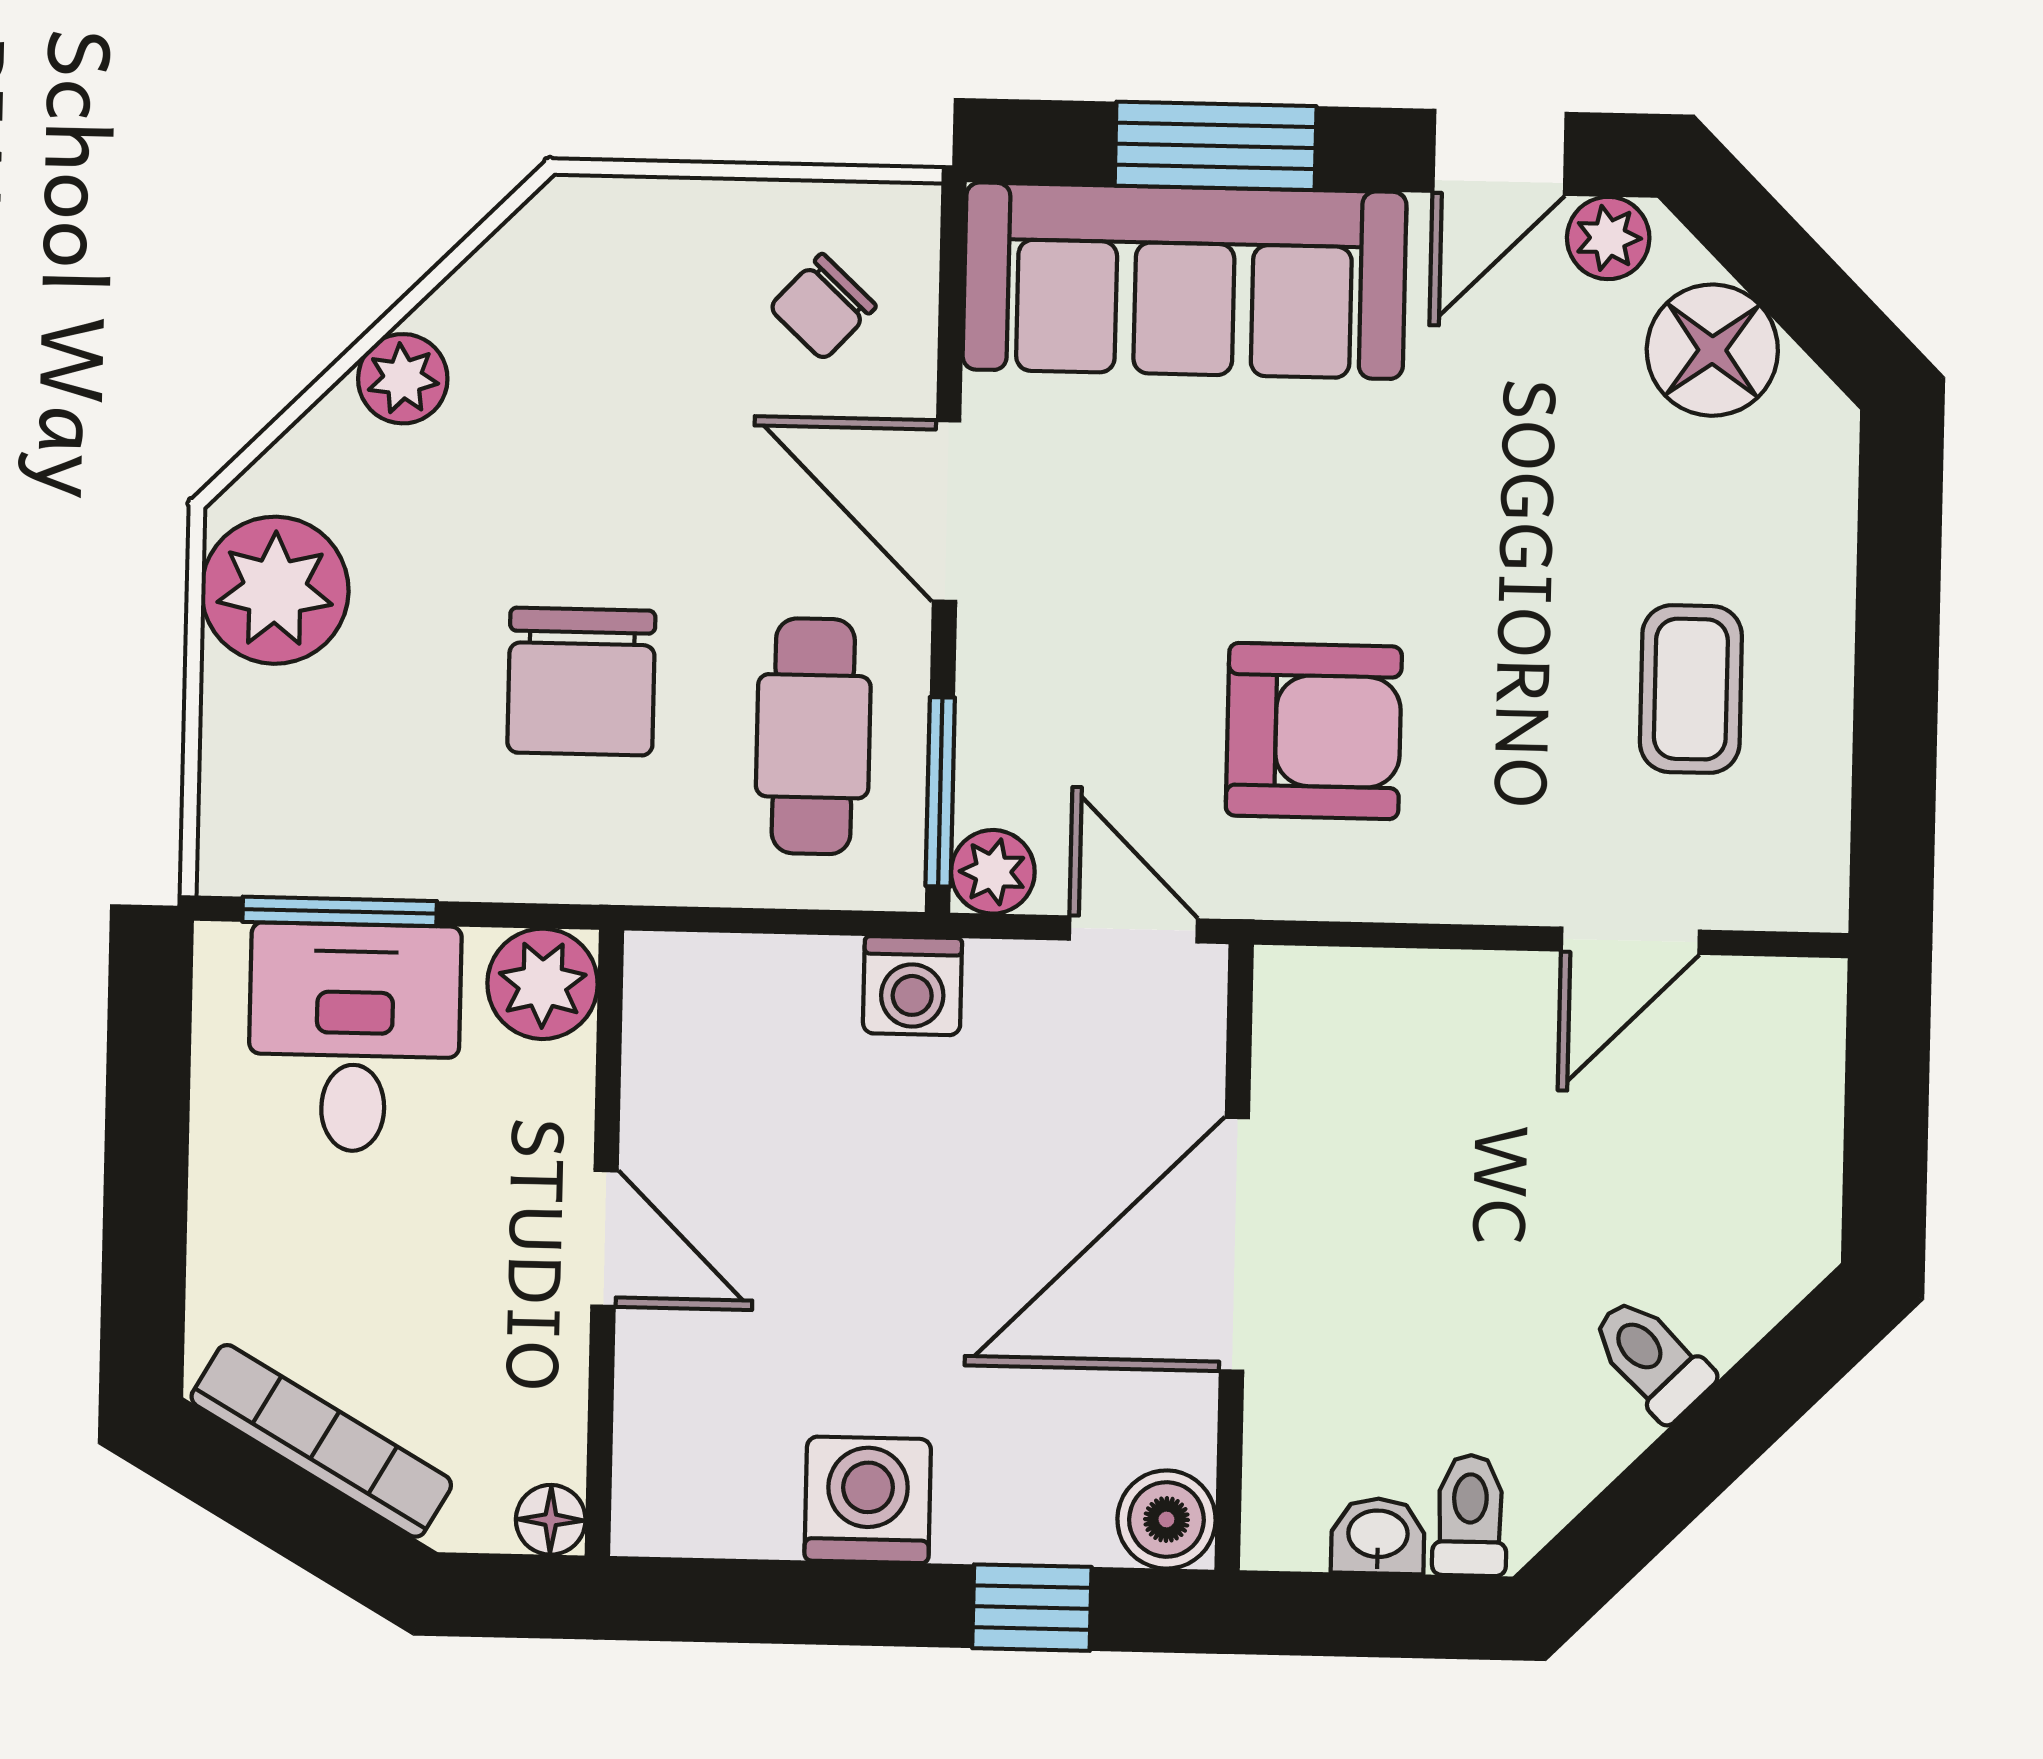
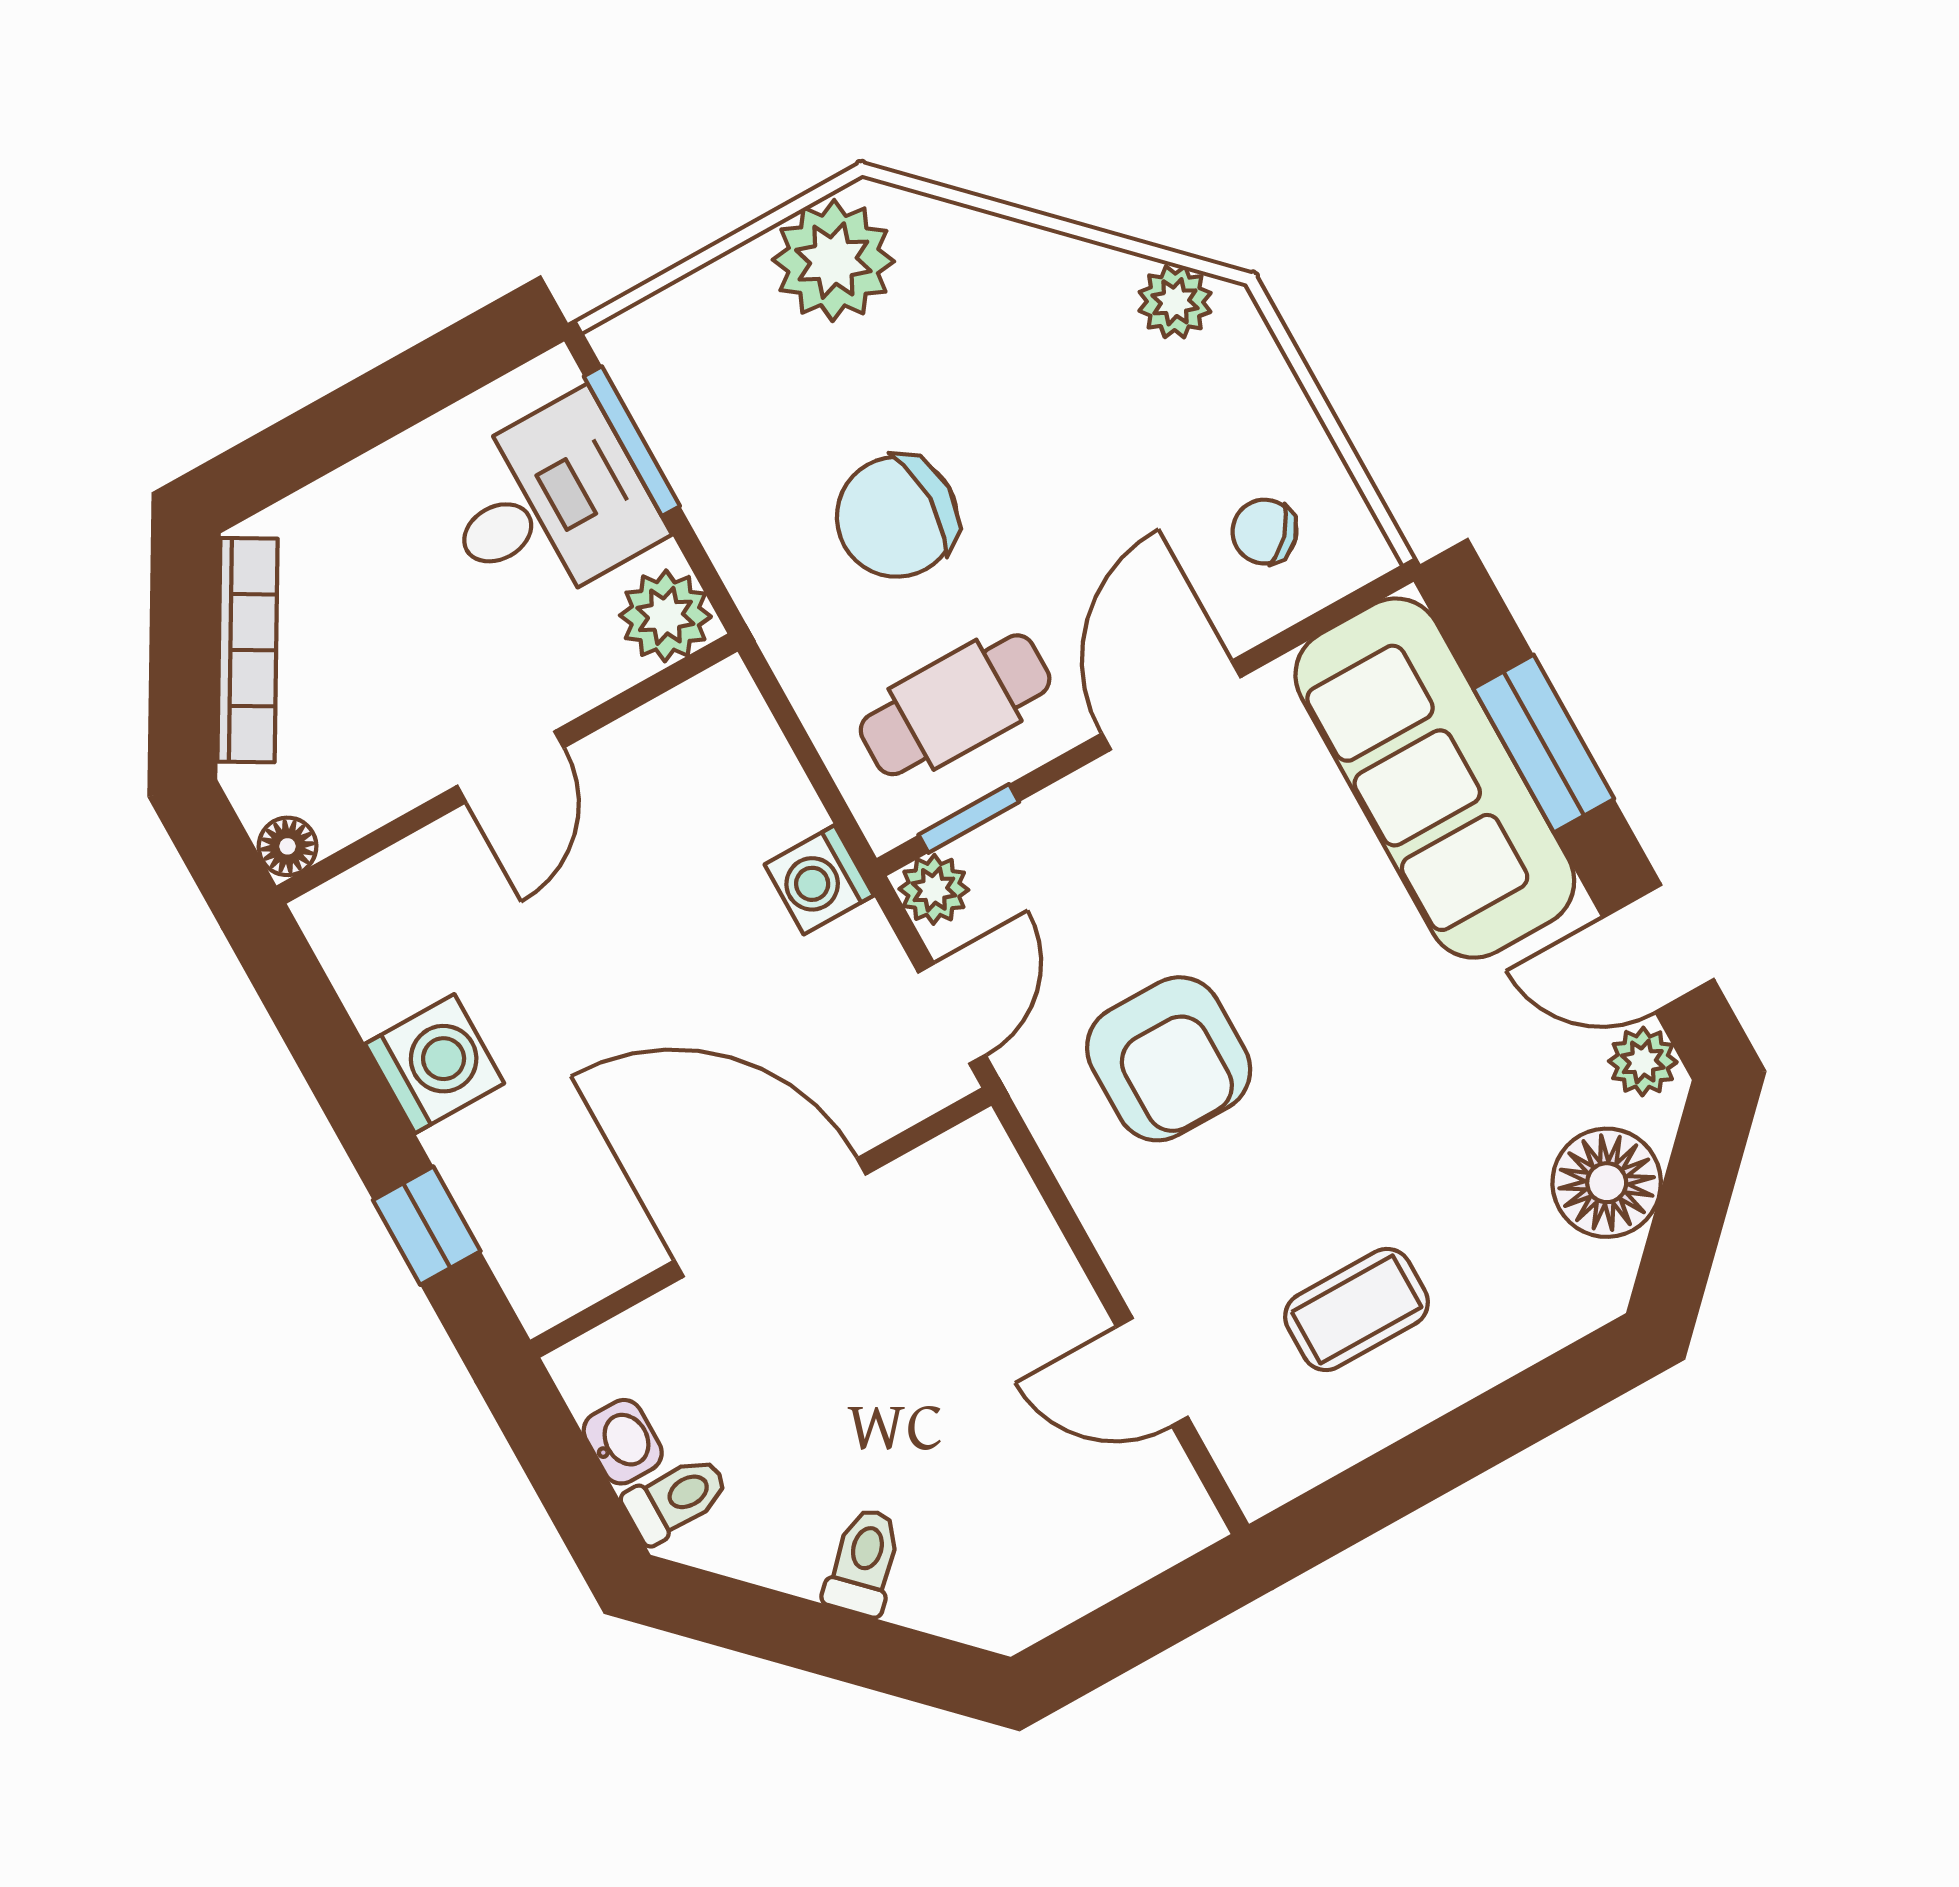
plant: (403, 379) -> (1175, 302), moved
window: (940, 792) -> (969, 818), width x0.67
boiler: (1166, 1520) -> (546, 1284), removed

